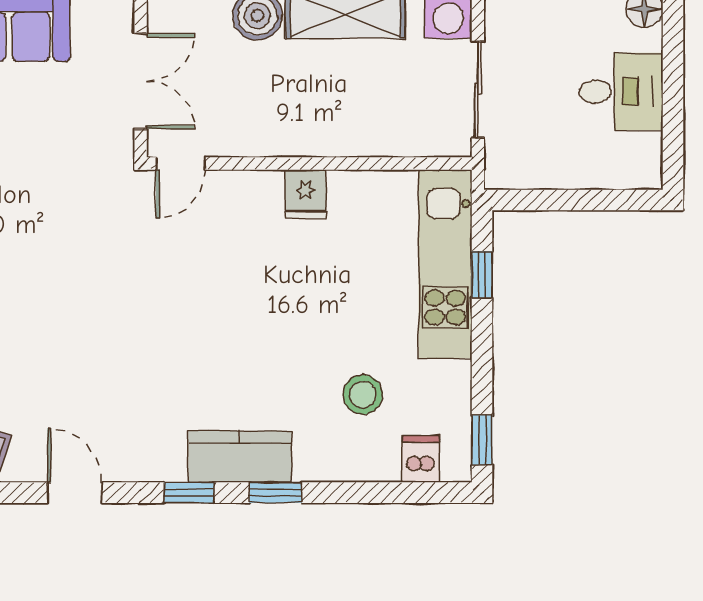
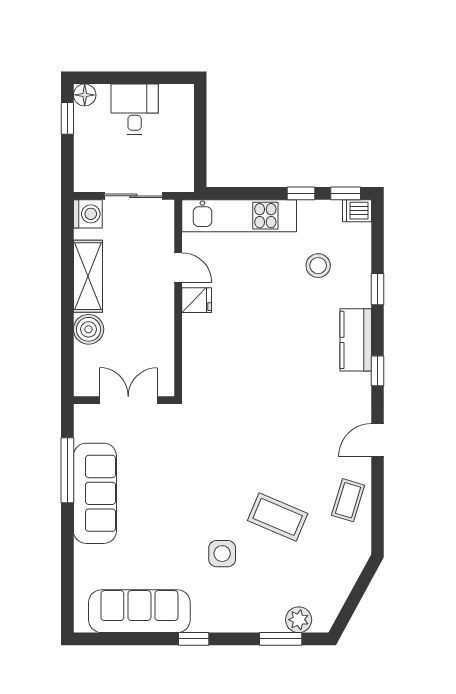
door: (181, 163) -> (178, 268), moved
window: (482, 275) -> (301, 193), moved
dishwasher: (421, 459) -> (357, 211), moved
window: (275, 493) -> (378, 289), moved

